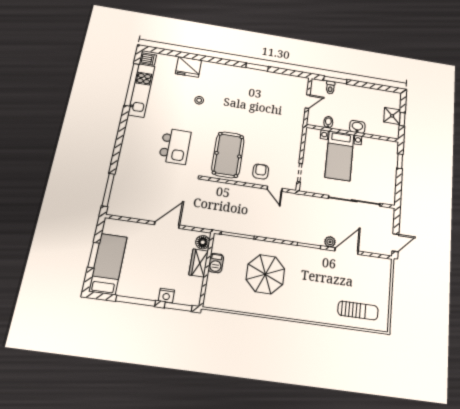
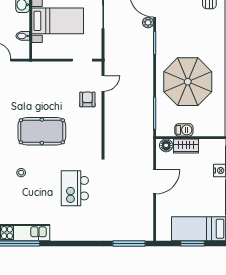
kitchen island: (175, 146) -> (75, 188), turned -90
pool table: (228, 155) -> (42, 131), moved
armchair: (261, 172) -> (87, 99), turned 90
door: (167, 225) -> (155, 182), swing flipped
parasol: (265, 274) -> (188, 82), width x1.36, depth x1.36

